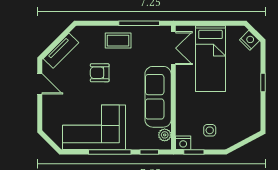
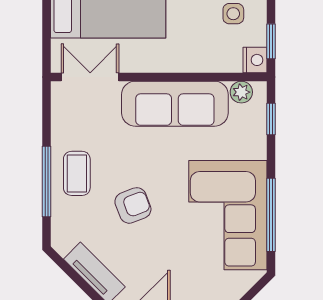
window: (139, 23) -> (47, 181), moved
armchair: (100, 73) -> (133, 205), turned -111
window: (110, 152) -> (271, 215), moved

